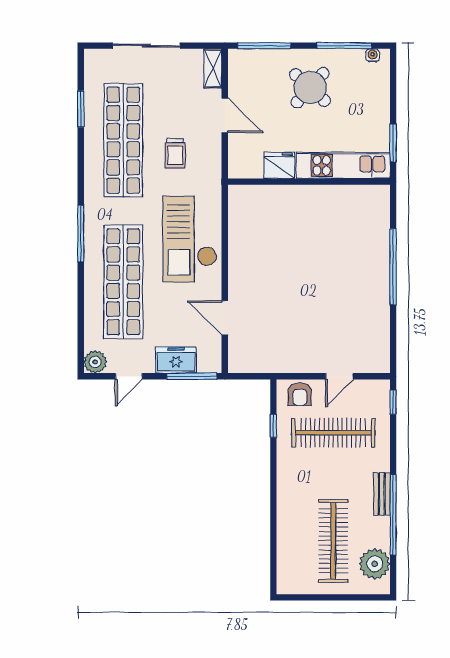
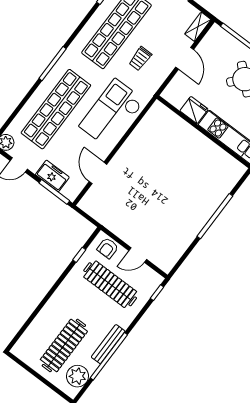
bench: (382, 494) -> (108, 344), width x1.36

